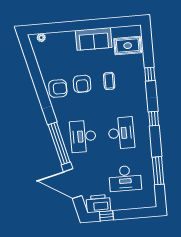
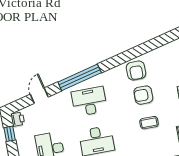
door: (73, 184) -> (39, 96), width x0.53
printer: (98, 204) -> (18, 119), width x0.53, depth x0.68

